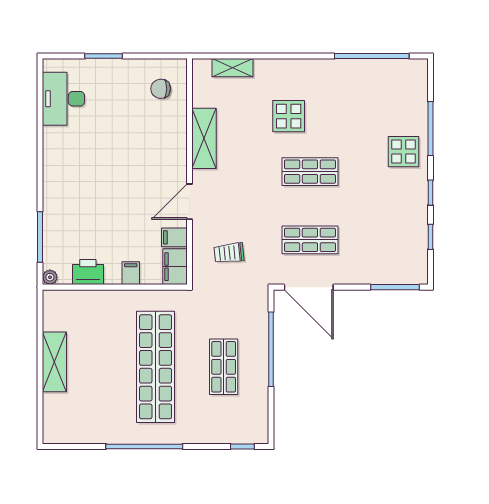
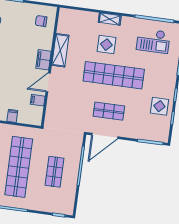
shelving: (232, 68) -> (110, 19), moved
checkout: (375, 97) -> (153, 41), added
display table: (404, 152) -> (159, 106), moved
shop shelf: (310, 172) -> (114, 75), width x2.00, depth x1.36
trolley: (229, 253) -> (65, 112), removed
filing cabinet: (175, 267) -> (44, 60), moved
door: (309, 287) -> (105, 136), hinge flipped

